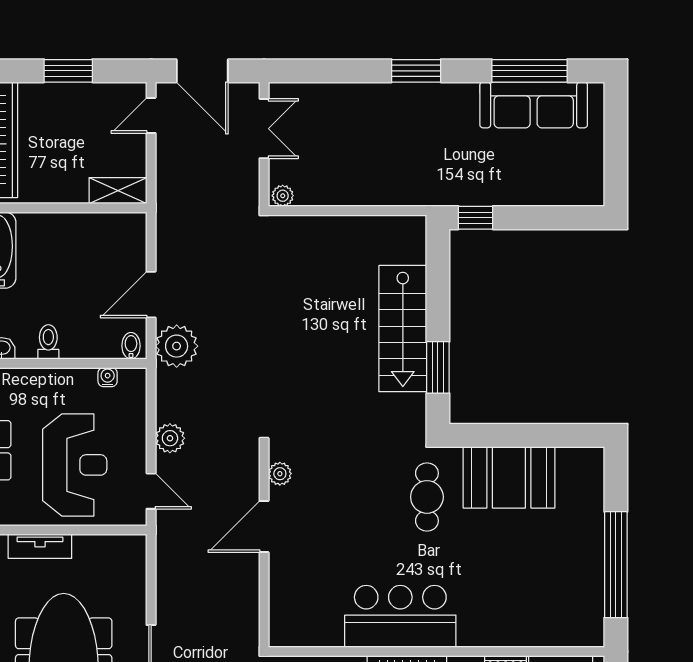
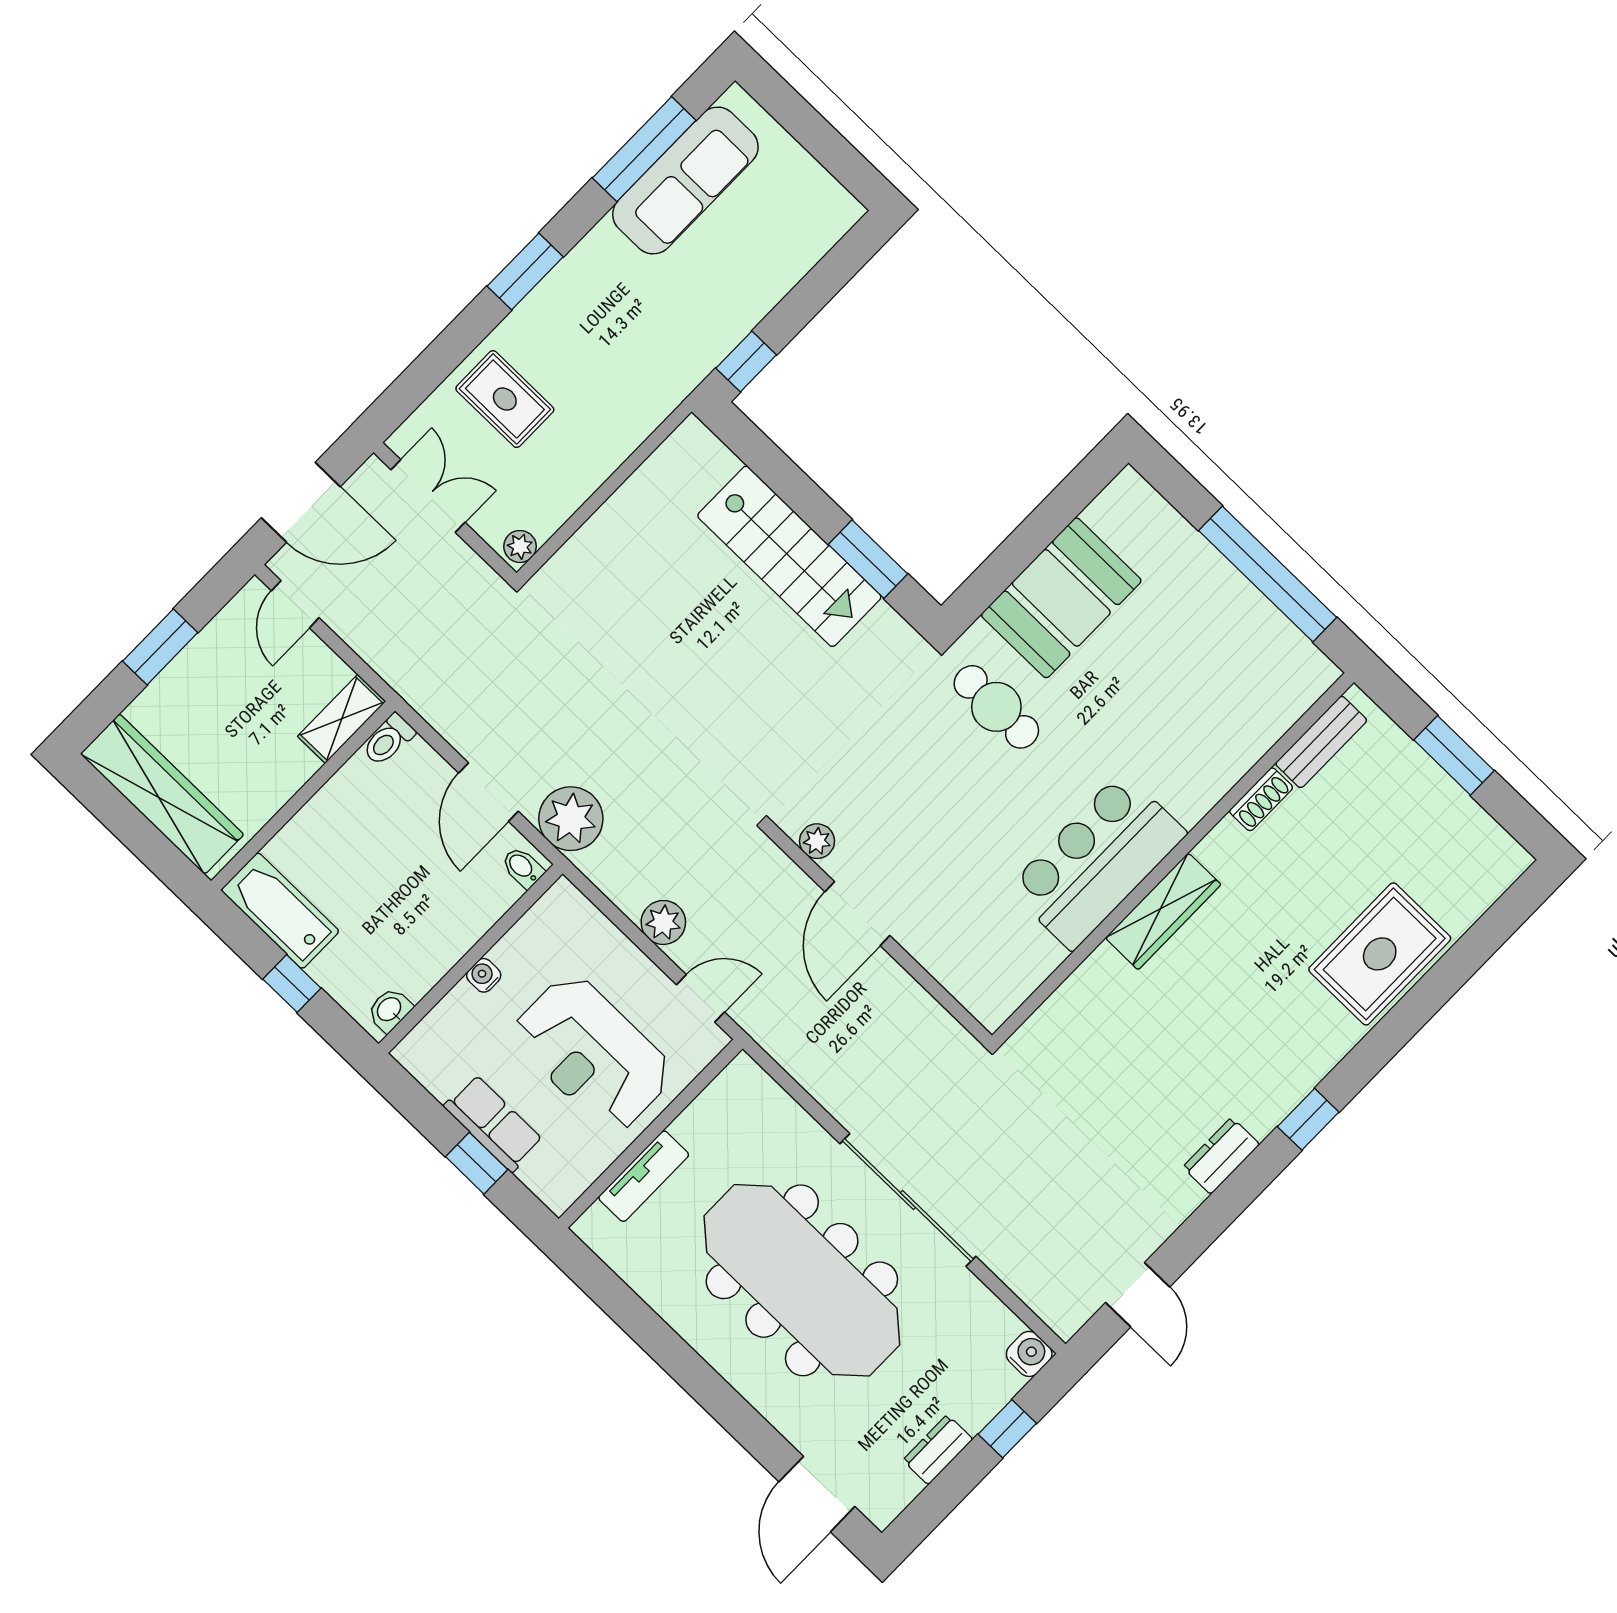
rug: (346, 120) -> (505, 399), added
toilet: (48, 342) -> (388, 740), moved, turned -90
water cooler: (108, 377) -> (484, 975), moved
reception desk: (75, 465) -> (592, 1053), turned 180

